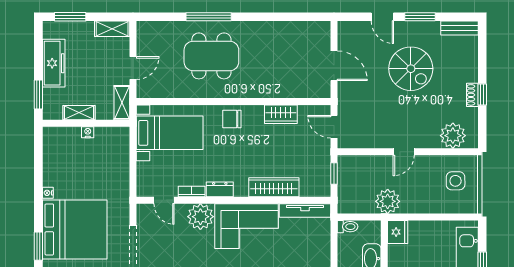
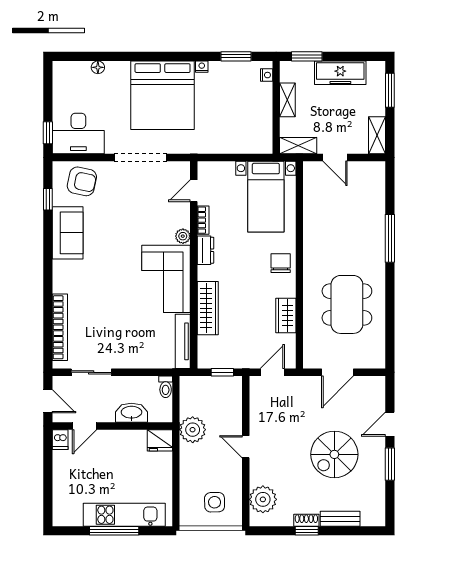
bench: (460, 28) -> (340, 519), moved, turned 90
dining table: (211, 56) -> (347, 304), moved
nightstand: (88, 132) -> (267, 75), moved
plant: (200, 217) -> (183, 236), width x0.53, depth x0.53
window: (38, 246) -> (236, 56), moved

